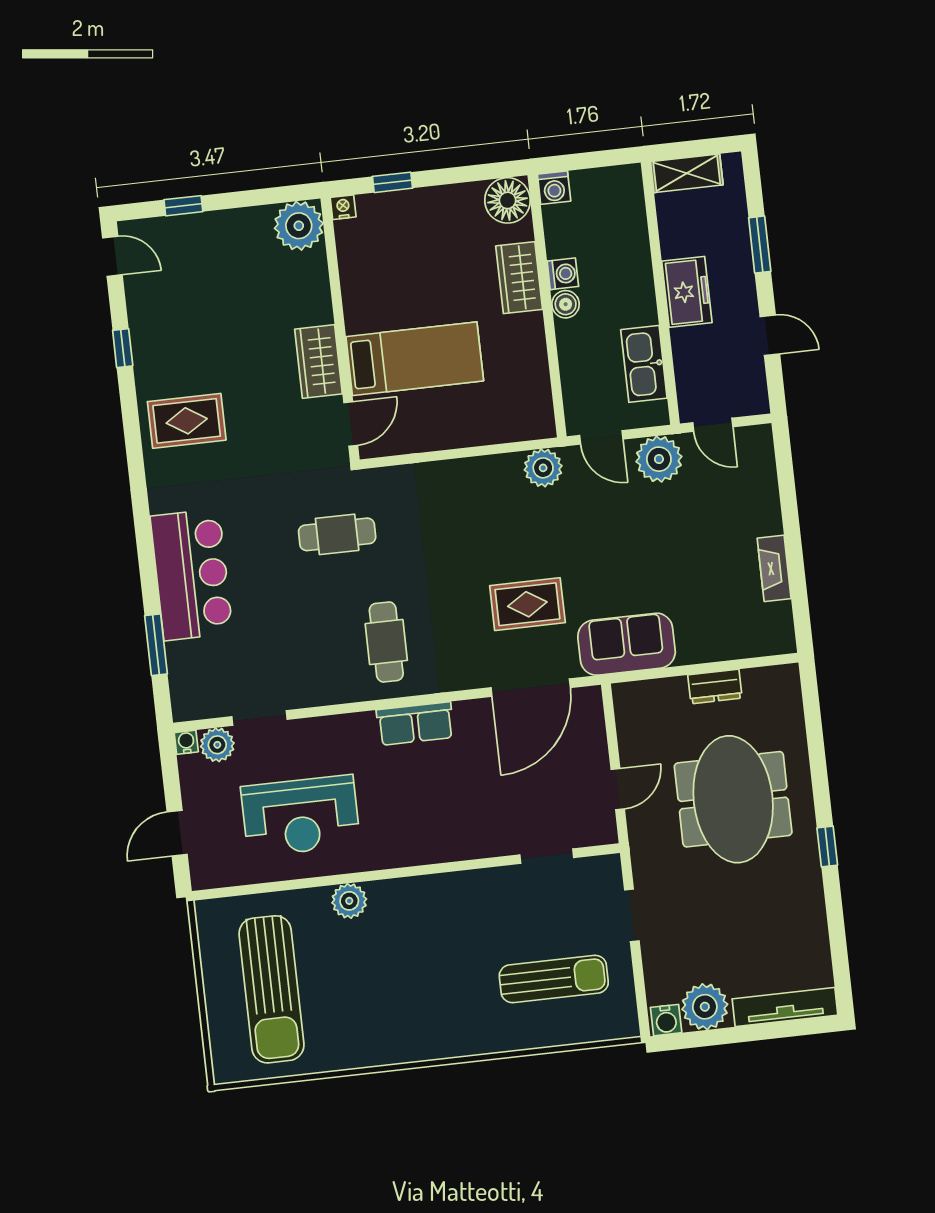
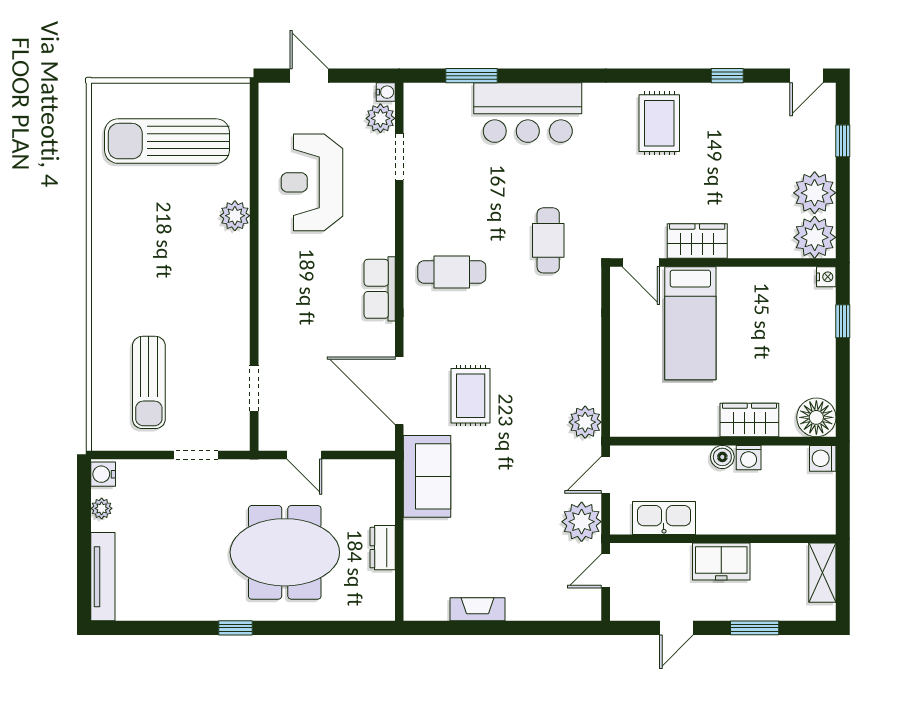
plant: (247, 232) -> (815, 193), added
plant: (705, 1007) -> (102, 508), width x0.53, depth x0.53

